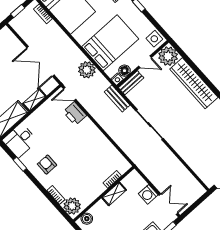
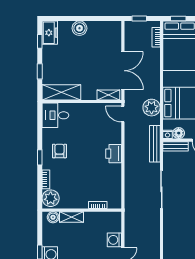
double door: (40, 61) -> (123, 71), swing flipped
bench: (117, 98) -> (155, 144), width x1.36
shelving: (34, 100) -> (108, 95), moved
printer: (75, 114) -> (114, 154), moved
window: (20, 164) -> (40, 157), moved
shelving: (114, 194) -> (71, 217), moved

